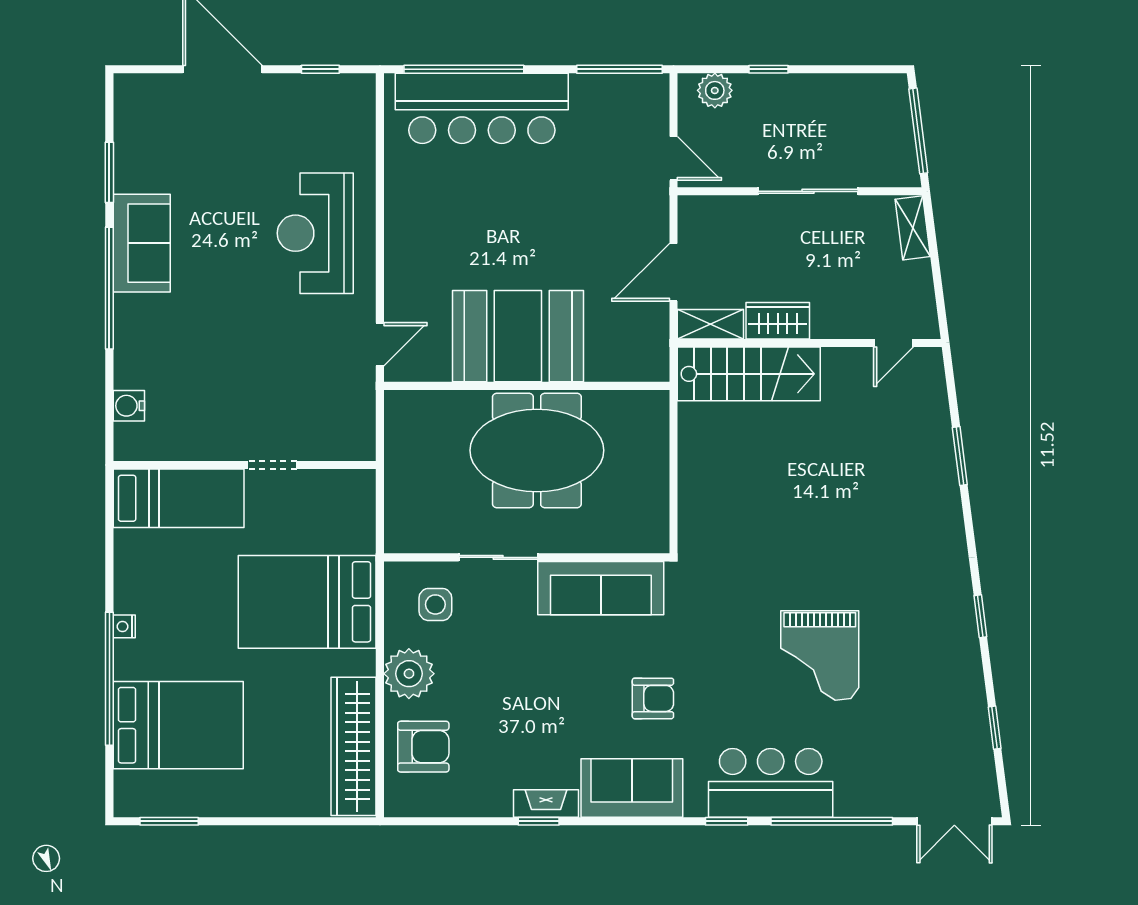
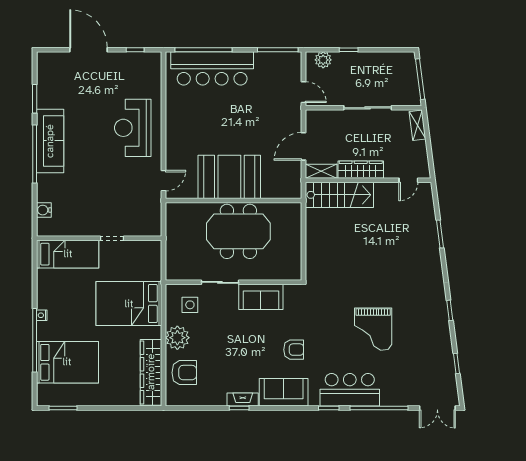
sofa: (142, 243) -> (50, 141), width x1.36
wardrobe: (778, 321) -> (361, 170), width x1.50
sofa: (601, 588) -> (261, 297), width x0.73

